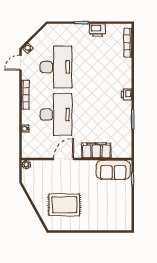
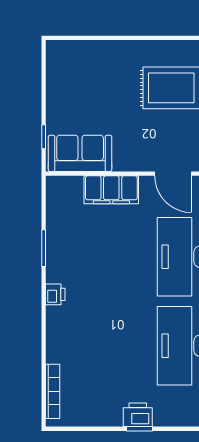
printer: (97, 30) -> (138, 415), moved
door: (63, 159) -> (173, 174), hinge flipped

